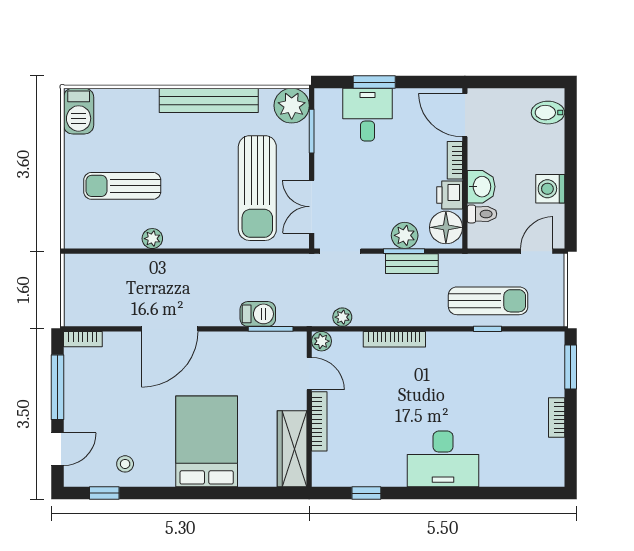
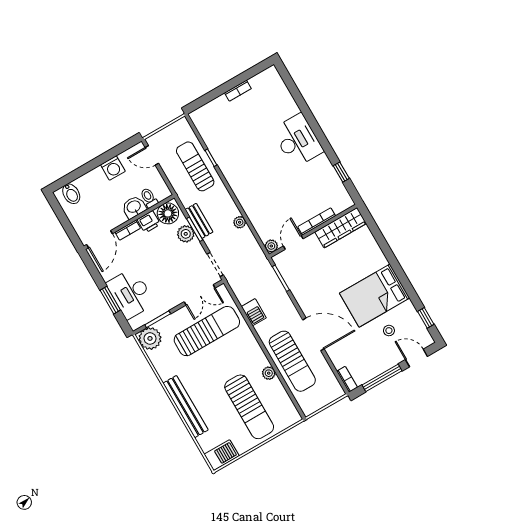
bench: (209, 100) -> (186, 407), moved
desk: (368, 115) -> (131, 293), width x1.37
sun lounger: (122, 186) -> (249, 407), width x1.36, depth x1.34
sun lounger: (150, 280) -> (292, 361), added
barbecue: (258, 314) -> (254, 312), moved, turned 180
plant: (342, 317) -> (240, 222), moved
bookcase: (394, 339) -> (247, 206), removed
window: (571, 367) -> (205, 99), removed
bed: (207, 441) -> (375, 296), moved
stool: (125, 464) -> (389, 331), moved

